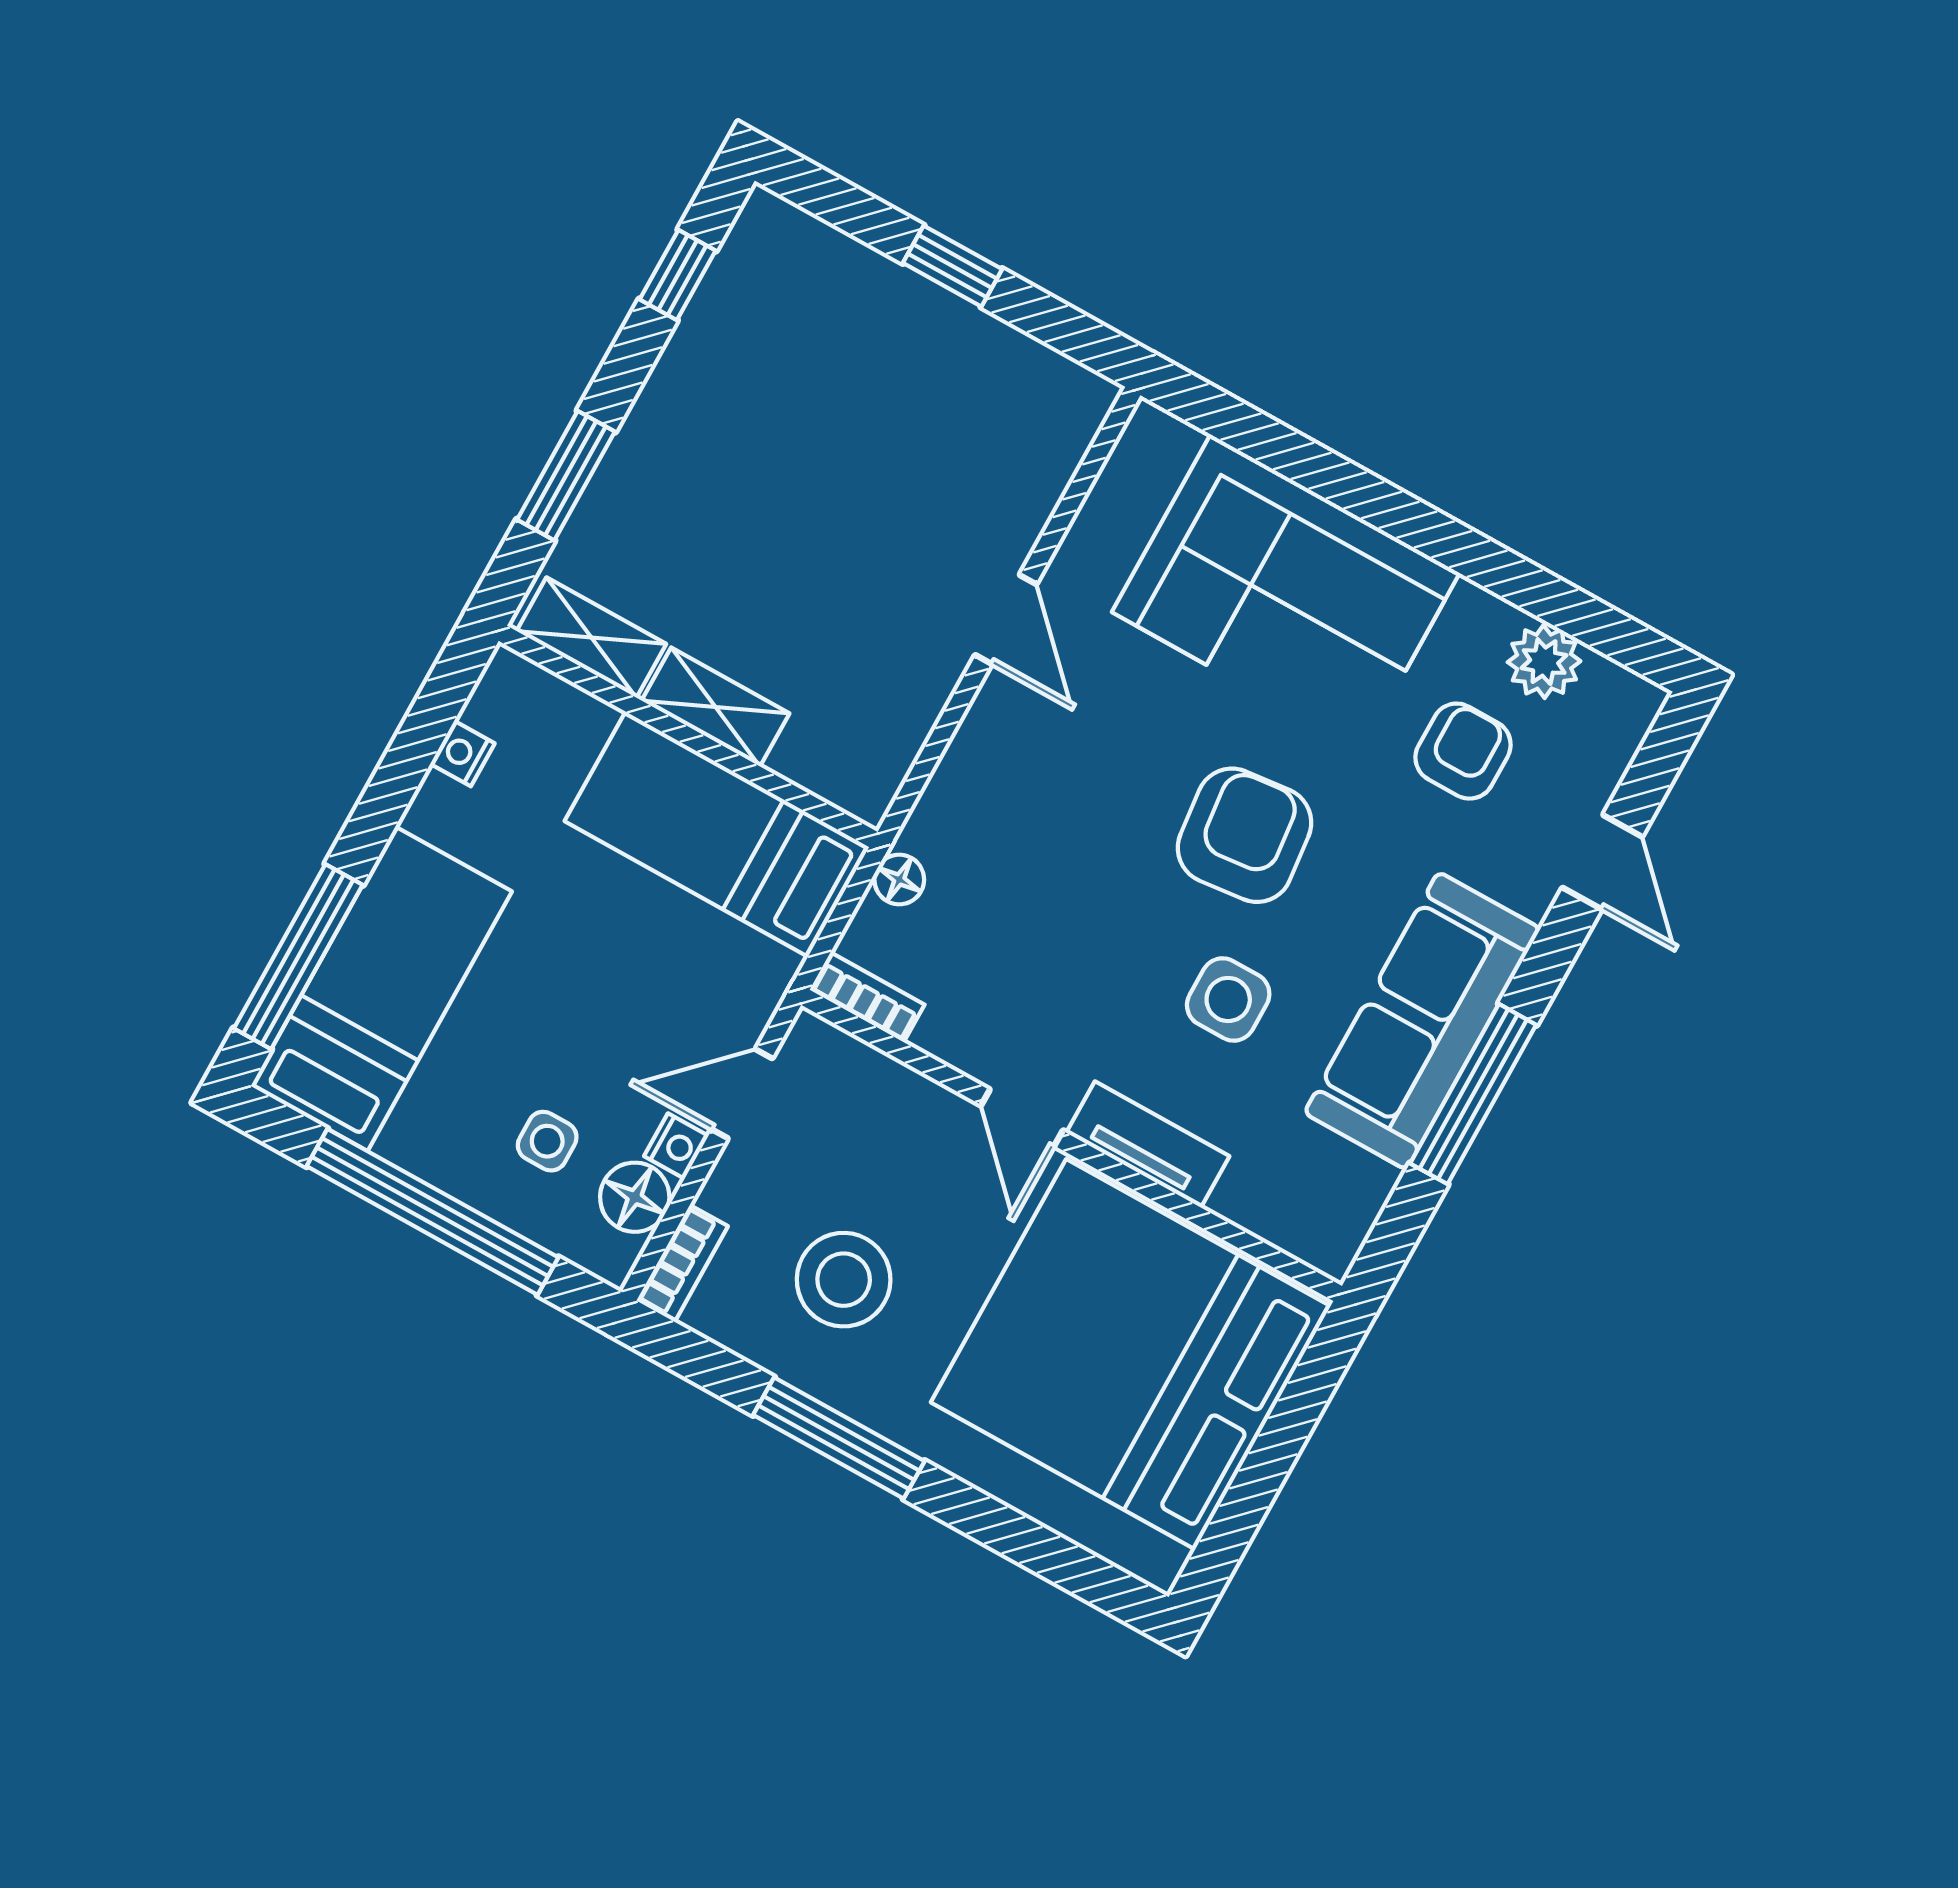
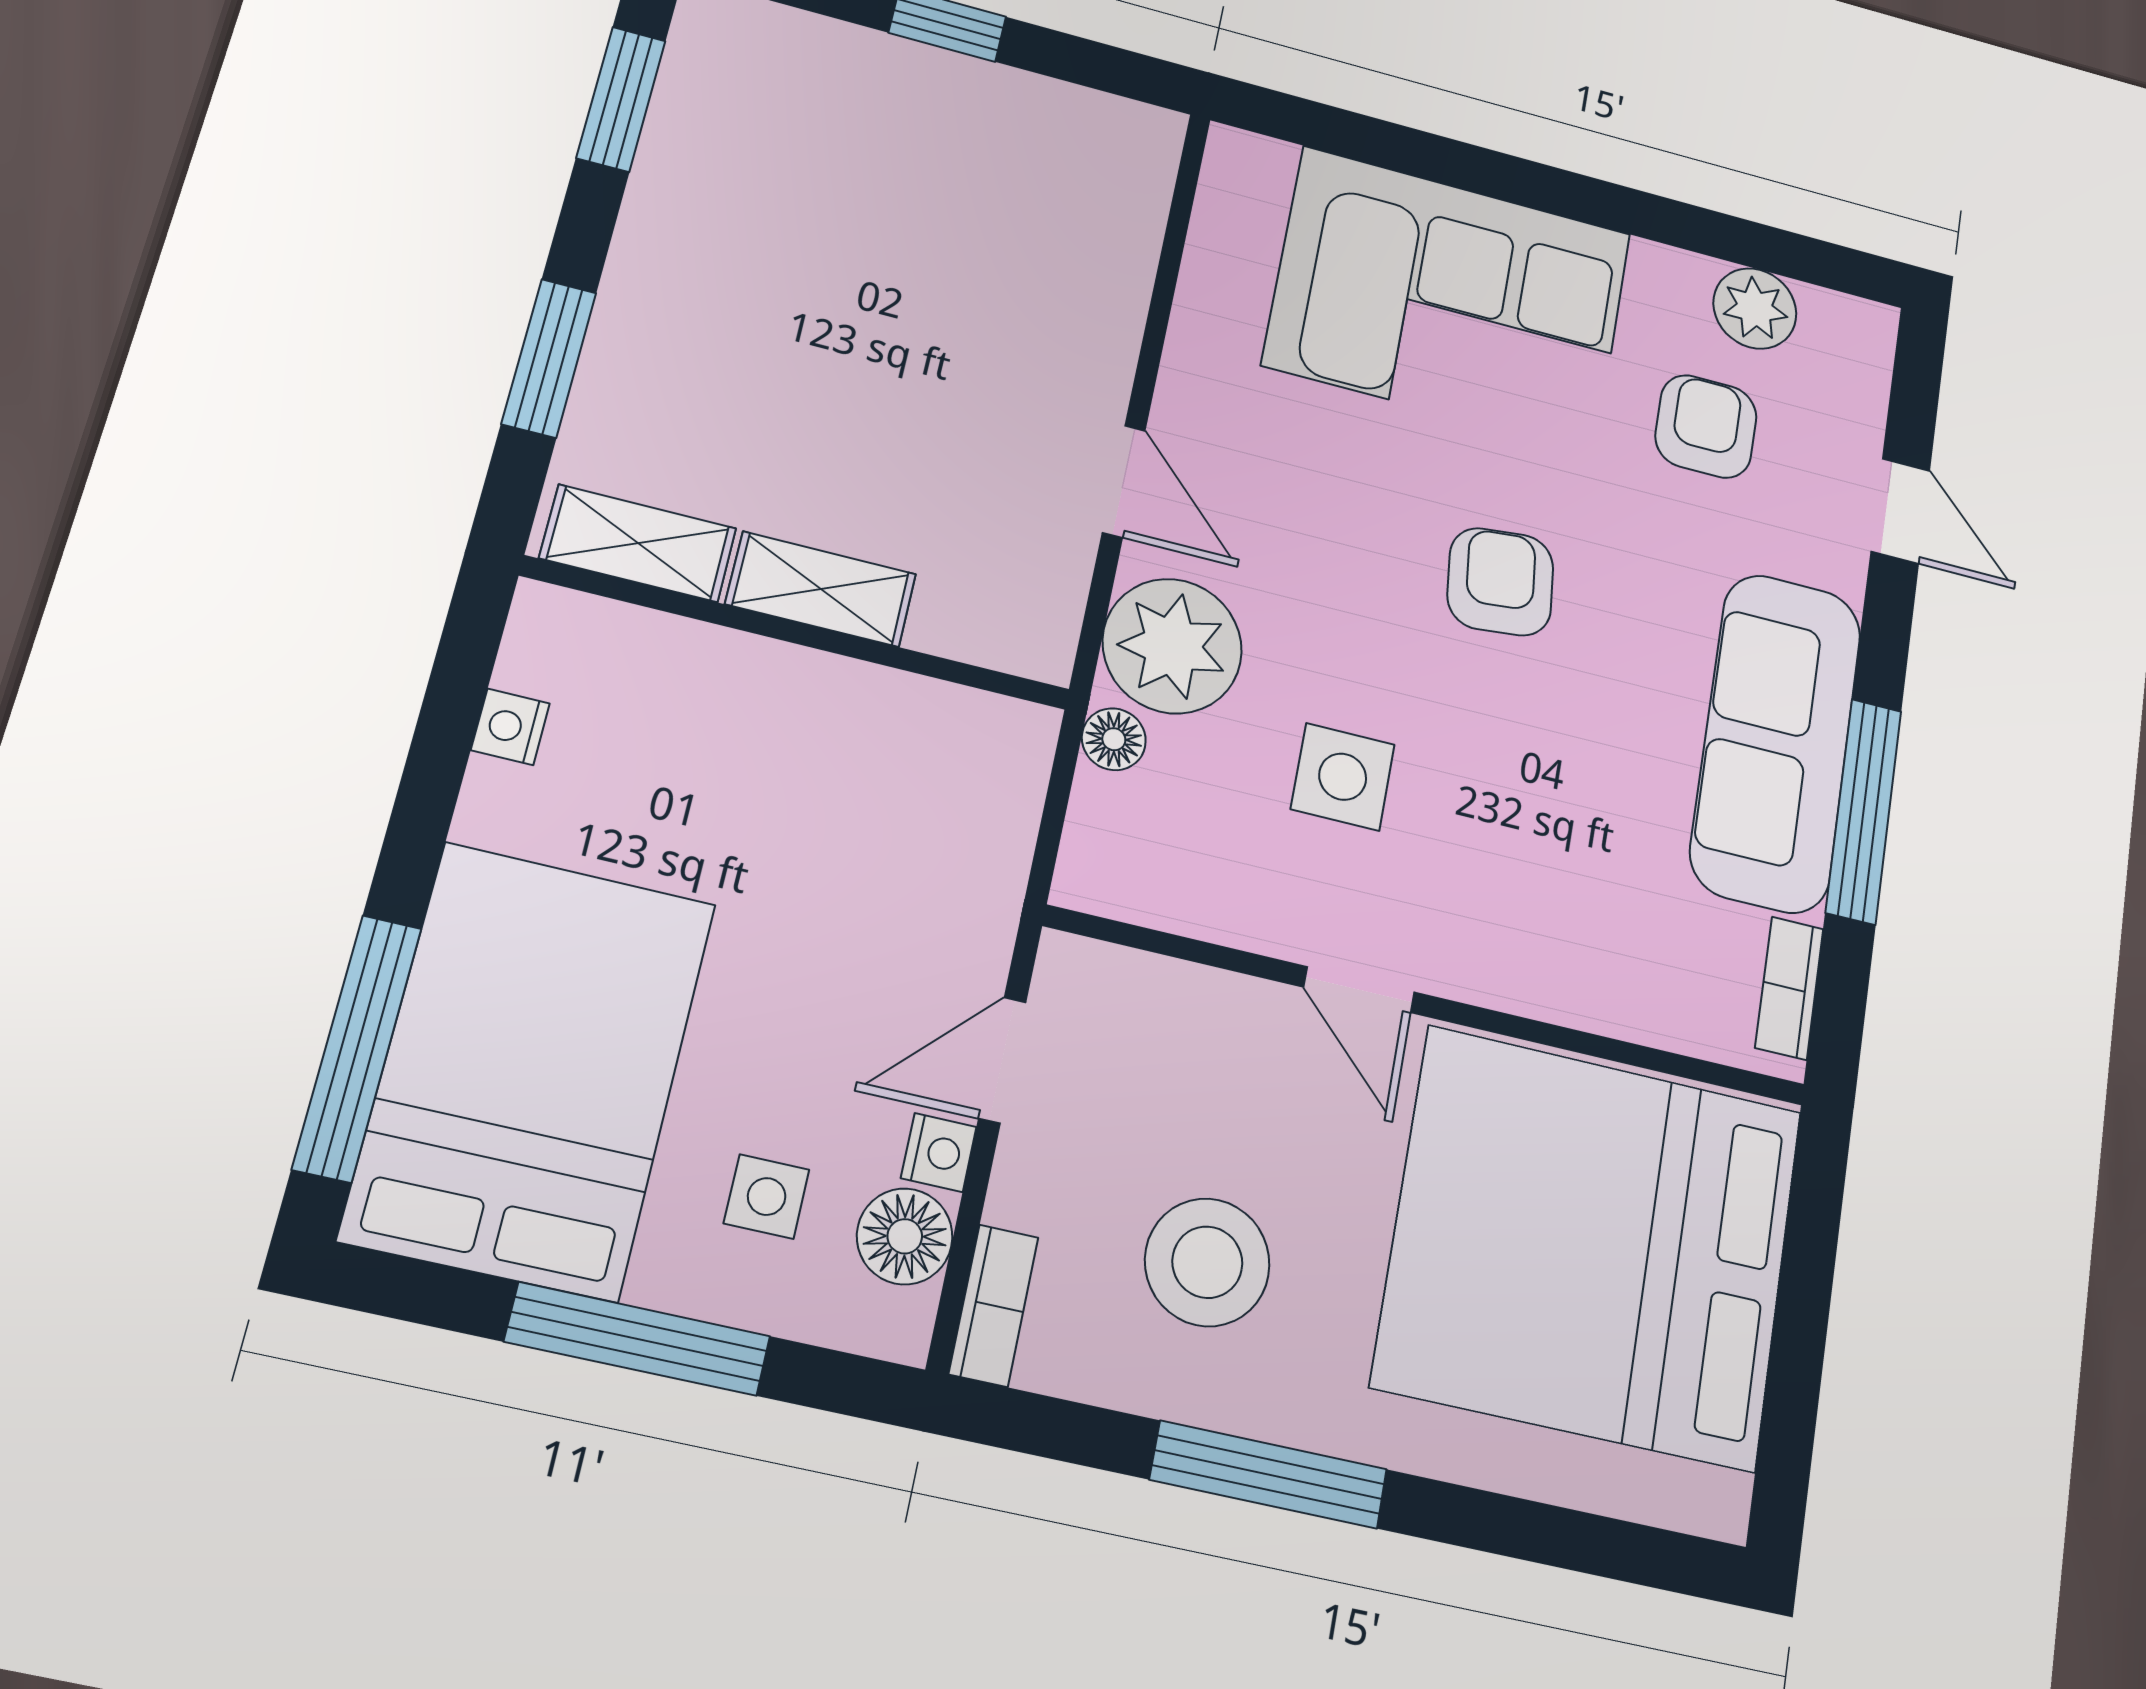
window: (678, 275) -> (621, 99), width x1.50
door: (1006, 620) -> (1124, 481), moved
plant: (967, 819) -> (1172, 646), added
bed: (717, 834) -> (870, 743), removed
armchair: (1244, 835) -> (1500, 582), width x0.72, depth x0.72
bed: (381, 989) -> (530, 1069), width x1.50
bookcase: (867, 997) -> (1789, 988), moved, turned -90
side table: (1228, 999) -> (1343, 777), moved
tv unit: (1148, 1144) -> (1519, 978), removed
window: (433, 1212) -> (638, 1339), width x0.68

